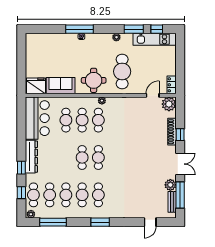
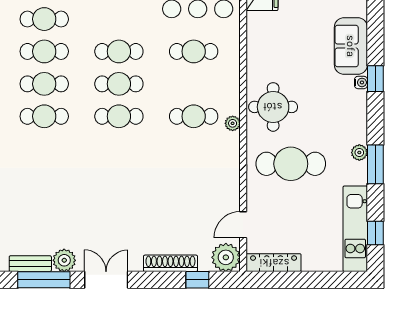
window: (79, 29) -> (375, 79), width x0.46
window: (134, 29) -> (375, 164), moved
locker: (172, 85) -> (274, 263), width x1.53
sofa: (61, 86) -> (351, 46), moved, turned 180
door: (153, 95) -> (243, 225), swing flipped
cafe table: (82, 120) -> (119, 51), moved
window: (180, 135) -> (197, 280), moved
double door: (180, 164) -> (106, 280), swing flipped

